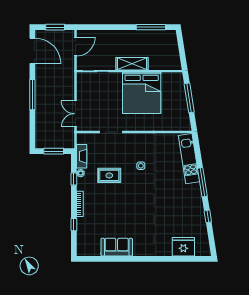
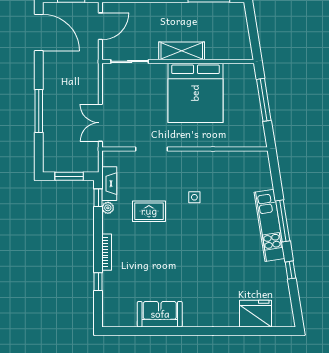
window: (32, 95) -> (39, 111), moved
kitchen unit: (189, 159) -> (269, 225), moved
window: (74, 179) -> (98, 198), moved

